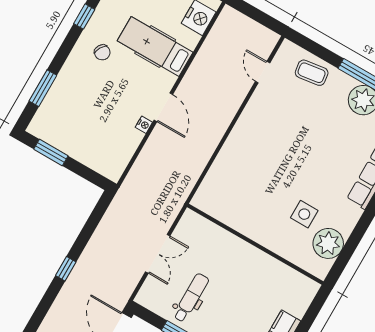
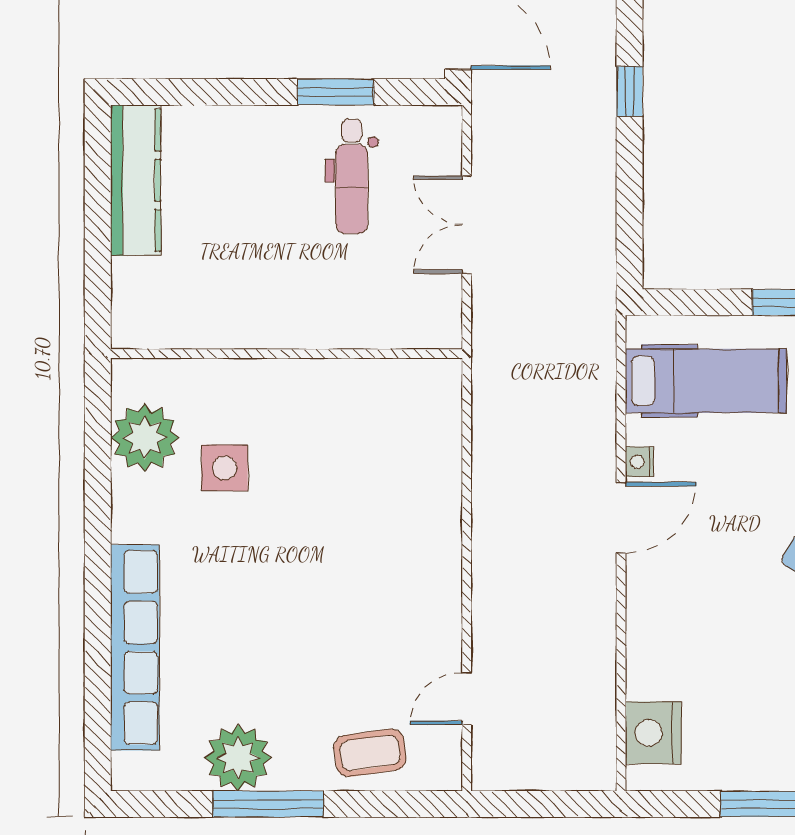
hospital bed: (155, 46) -> (706, 381), moved
door: (263, 72) -> (467, 699), swing flipped
door: (163, 107) -> (621, 518), swing flipped

